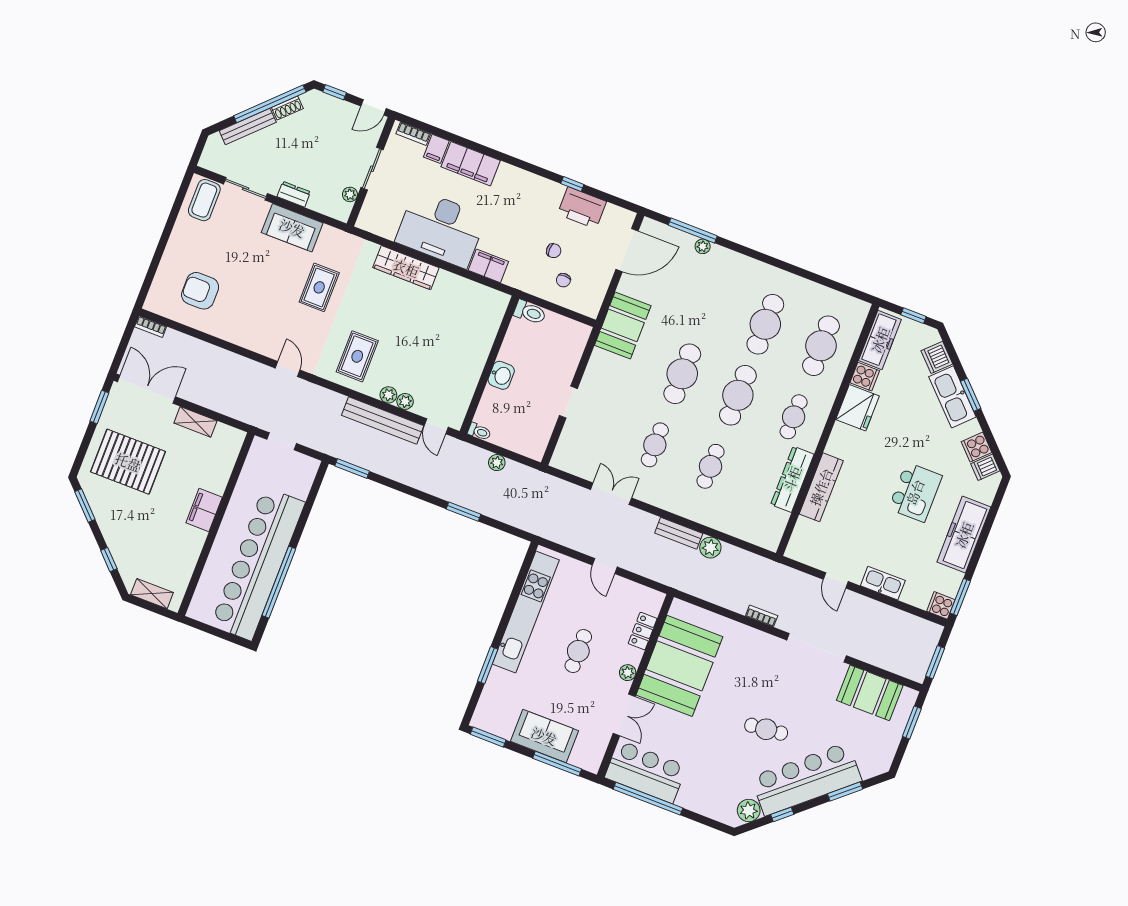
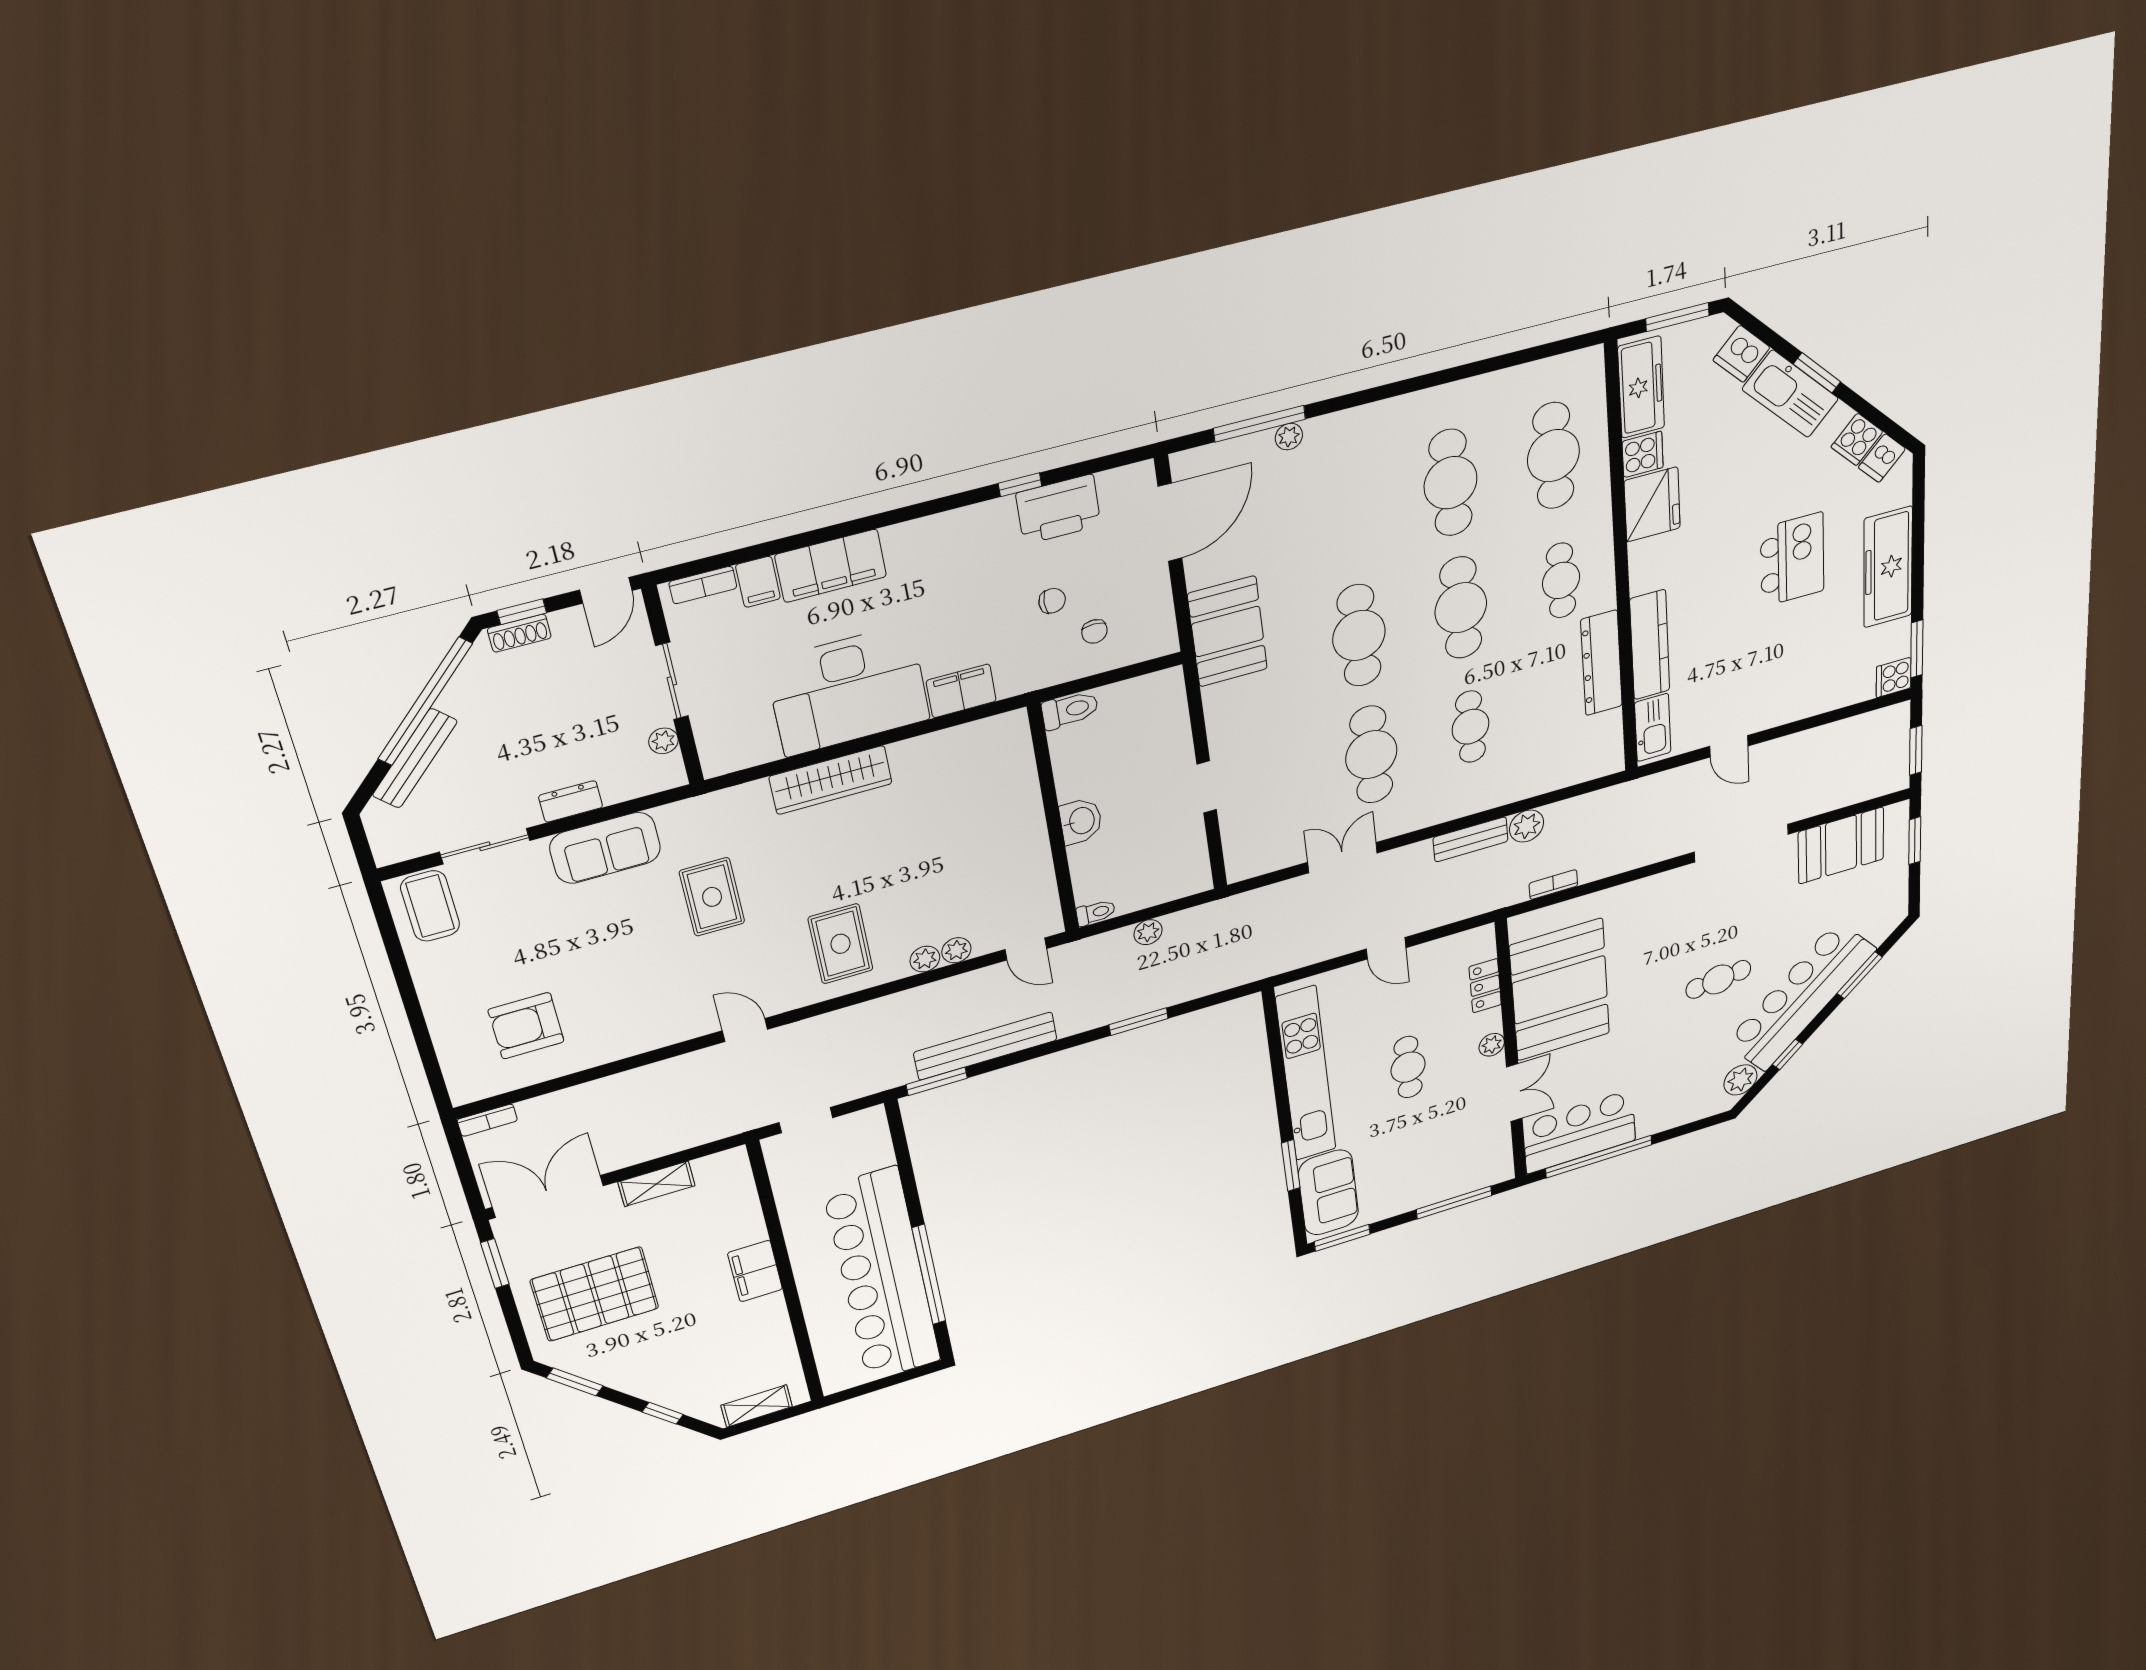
shoe rack: (287, 108) -> (519, 633), moved, turned 45
window: (913, 316) -> (1677, 317), width x1.50
bench: (383, 421) -> (986, 1046), moved
cafe table: (655, 445) -> (1371, 755), width x1.37, depth x1.35
kitchen sink: (883, 583) -> (1653, 727), moved, turned 90
bookcase: (762, 616) -> (1553, 885), moved
sofa: (544, 736) -> (1328, 1193), moved, turned 90

